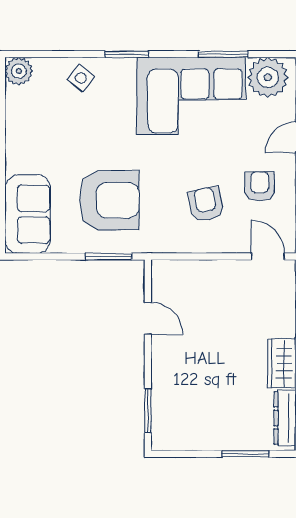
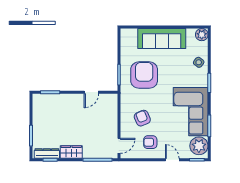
armchair: (260, 186) -> (150, 142), turned 180
armchair: (109, 200) -> (144, 75), turned 180
armchair: (206, 204) -> (142, 118), turned -101
sofa: (28, 214) -> (162, 39), moved, width x1.36

